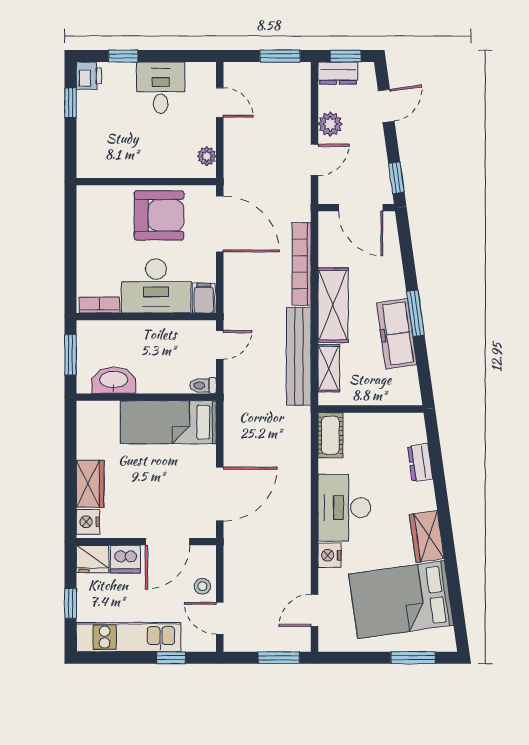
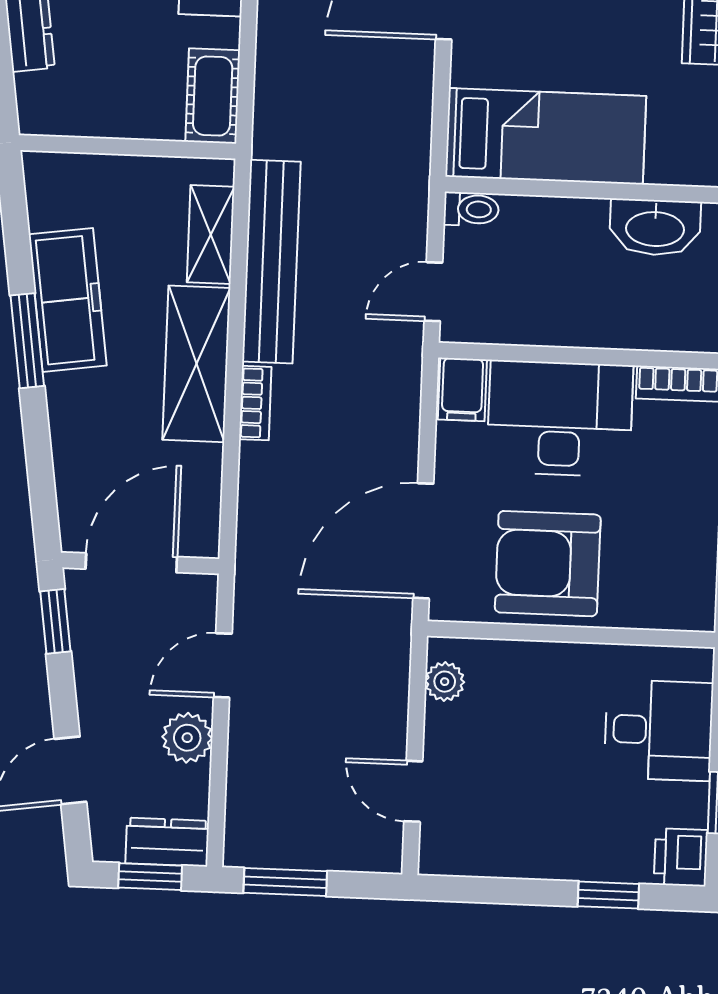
desk: (161, 88) -> (658, 730), moved, turned -90
door: (361, 208) -> (131, 563), hinge flipped
door: (220, 224) -> (423, 541), hinge flipped
bookcase: (302, 264) -> (255, 403), width x0.43, depth x0.76

